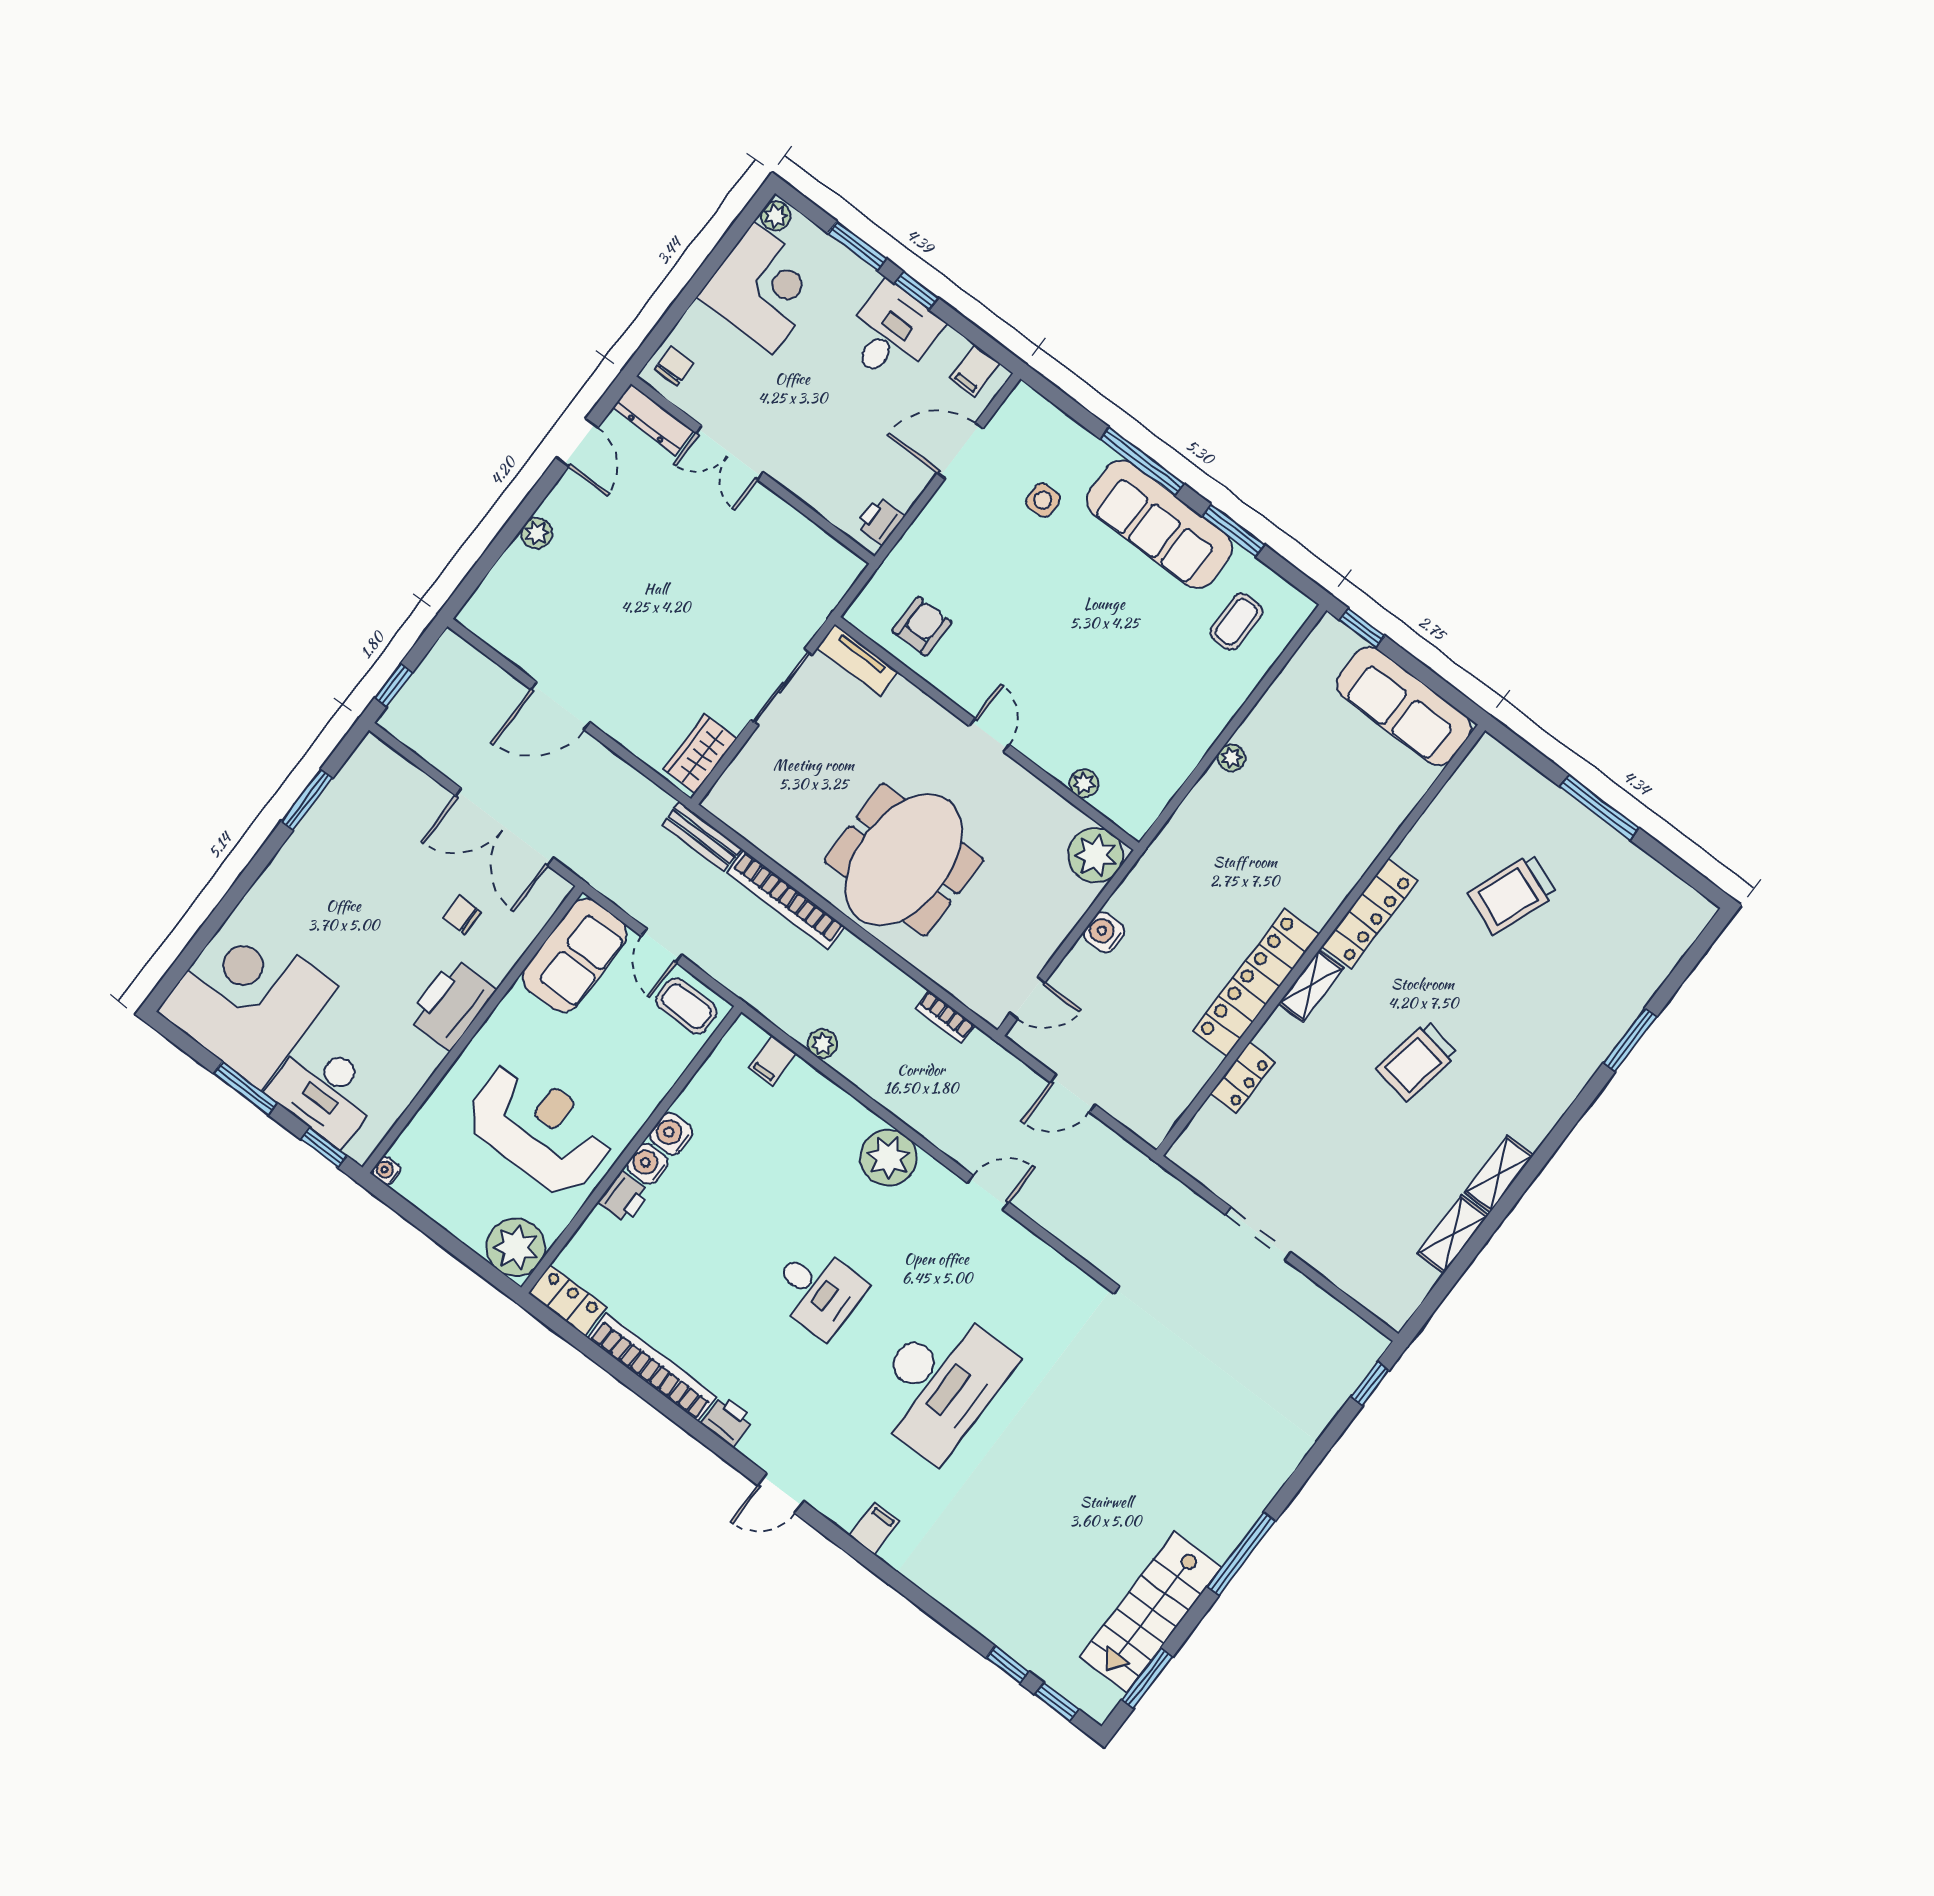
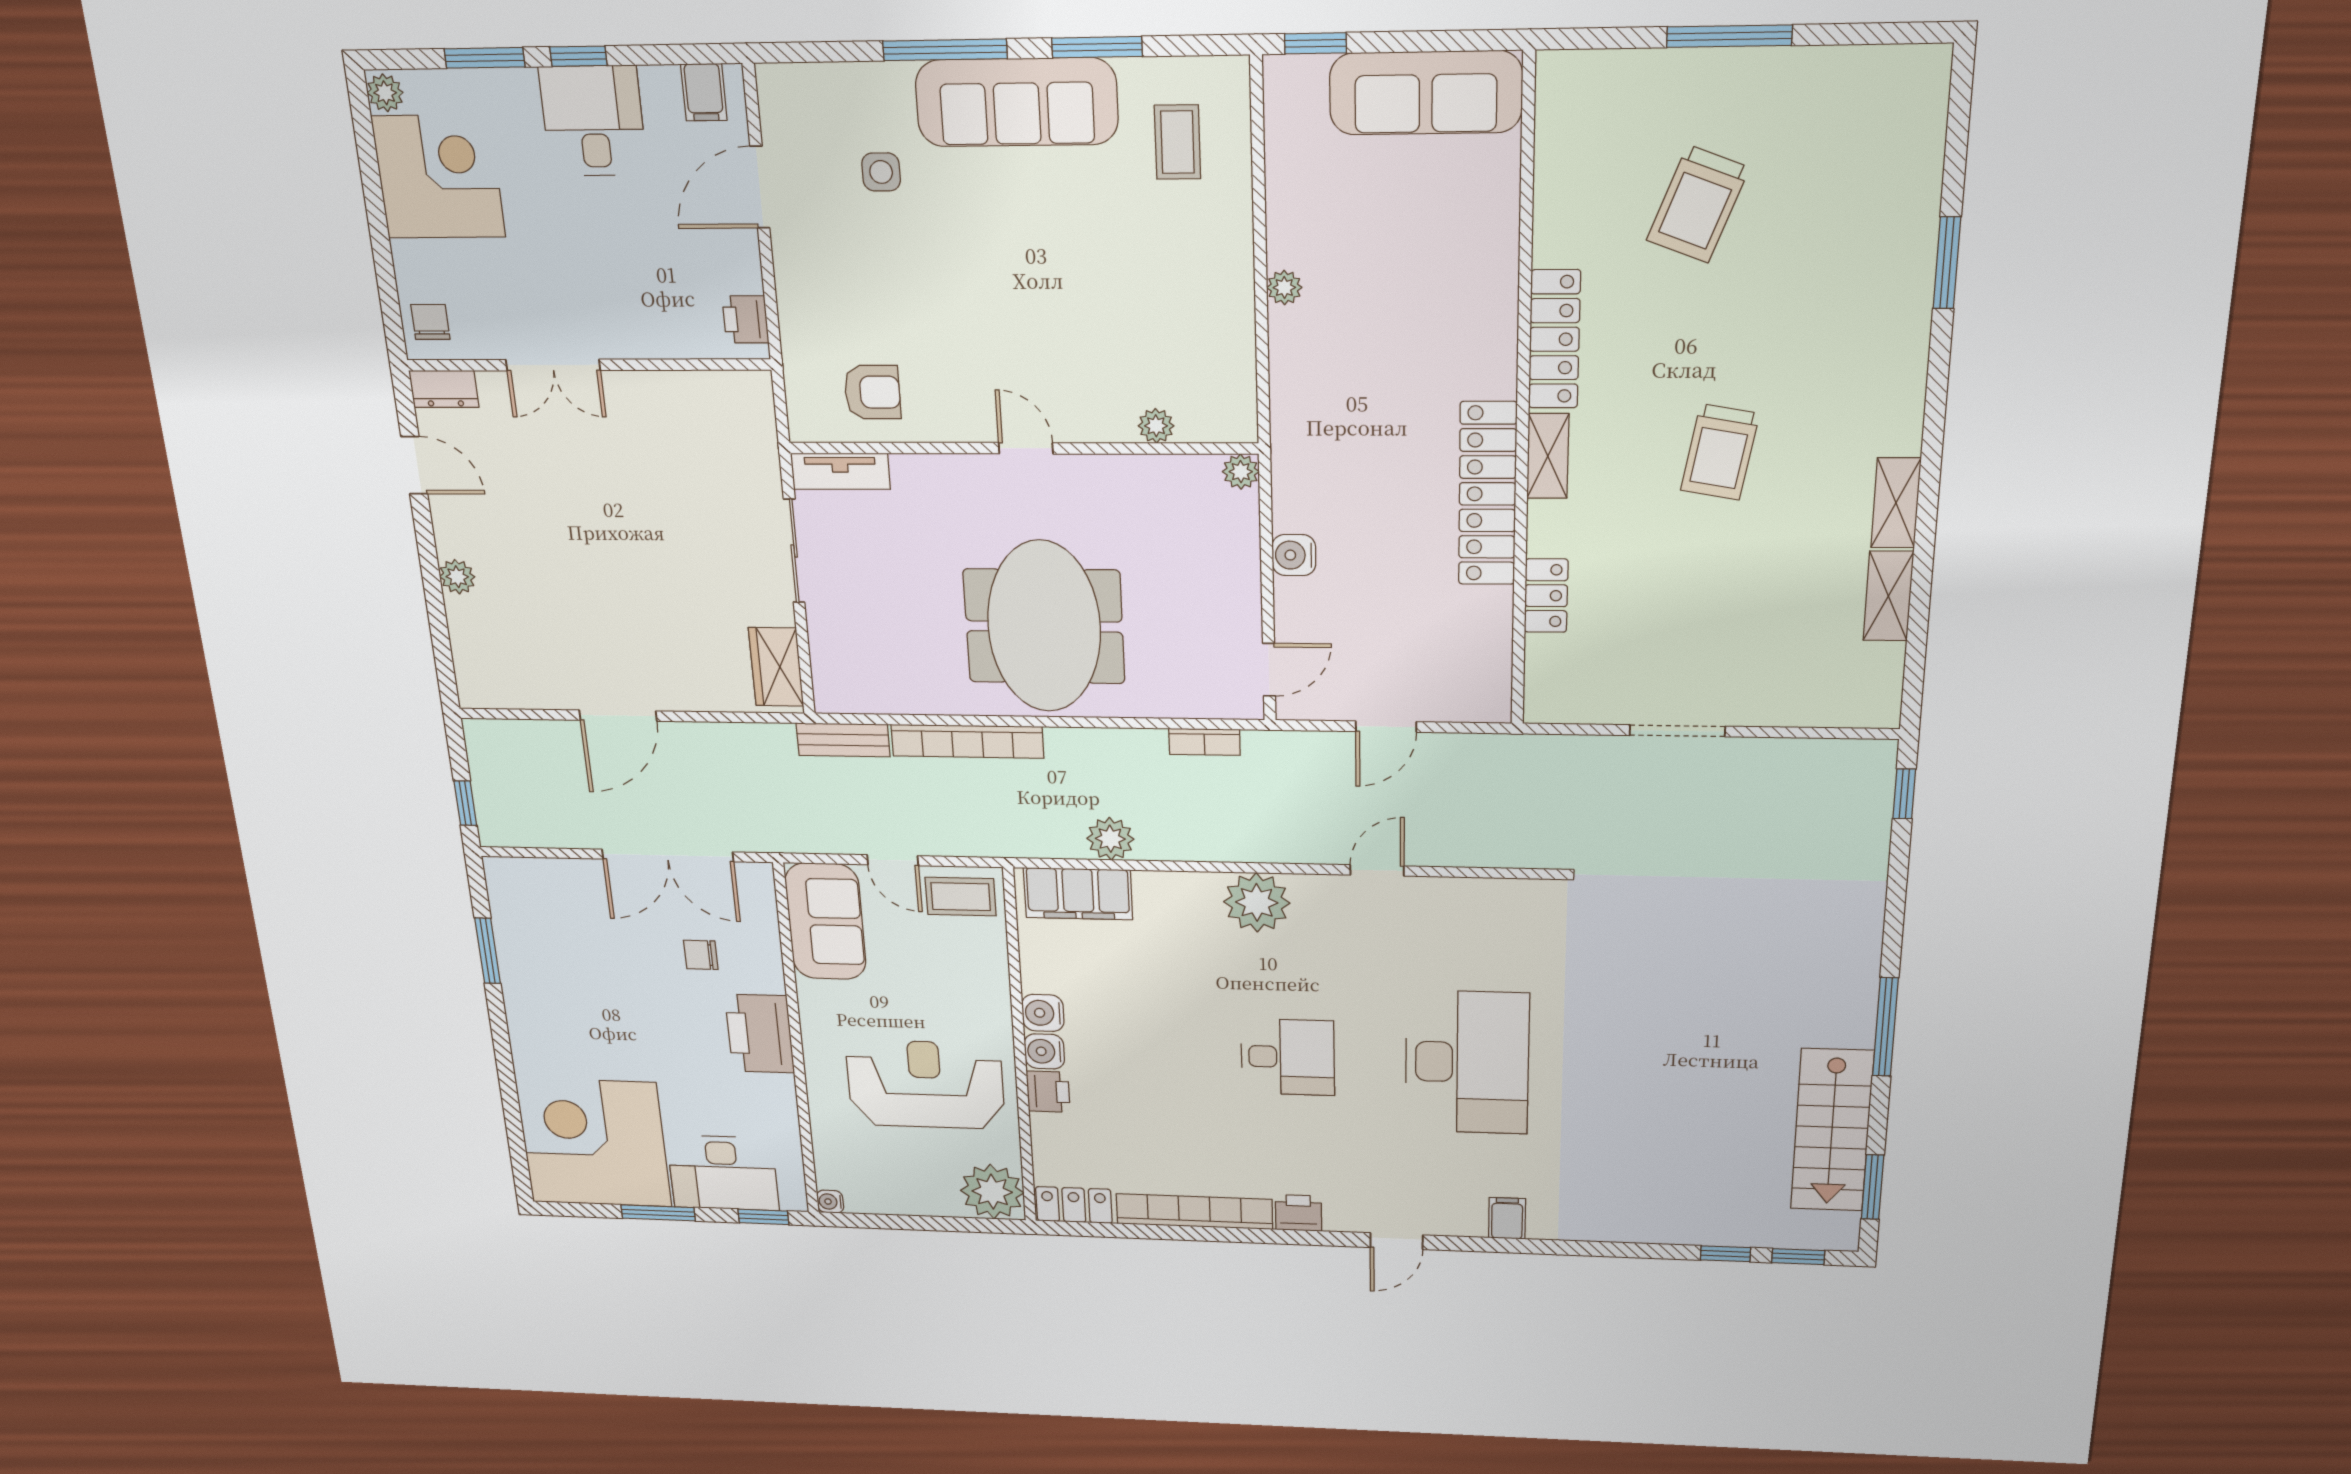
dresser: (653, 419) -> (444, 389), width x0.70
armchair: (922, 626) -> (872, 392), turned 90
plant: (1096, 855) -> (1241, 472), width x0.53, depth x0.53
plant: (822, 1044) -> (1110, 839), width x1.38, depth x1.38
filing cabinet: (772, 1060) -> (1078, 894), width x3.00, depth x1.17

